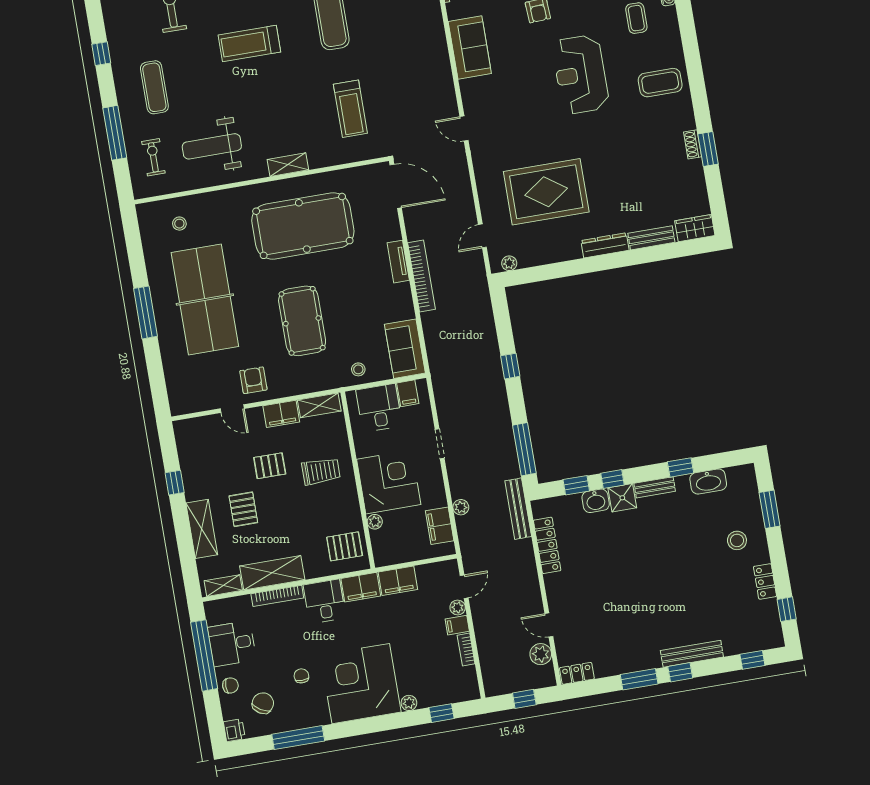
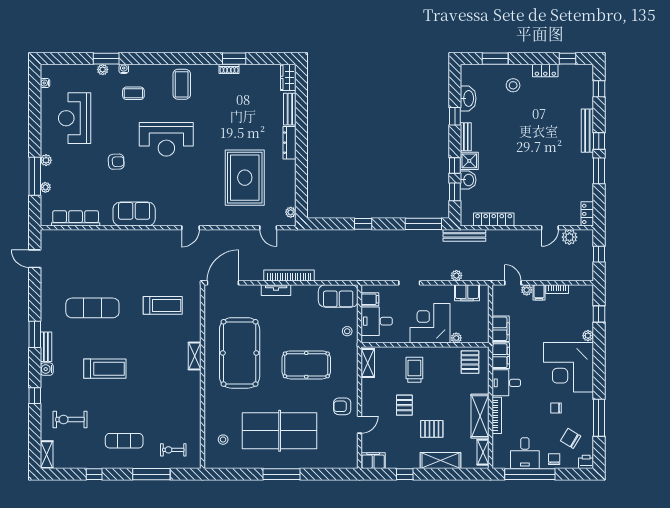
treadmill: (249, 44) -> (105, 369), turned -90
weight bench: (212, 146) -> (173, 407), removed
filing cabinet: (281, 414) -> (373, 461), moved, turned -90

